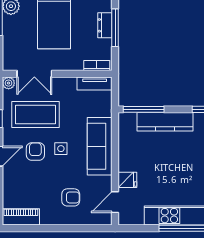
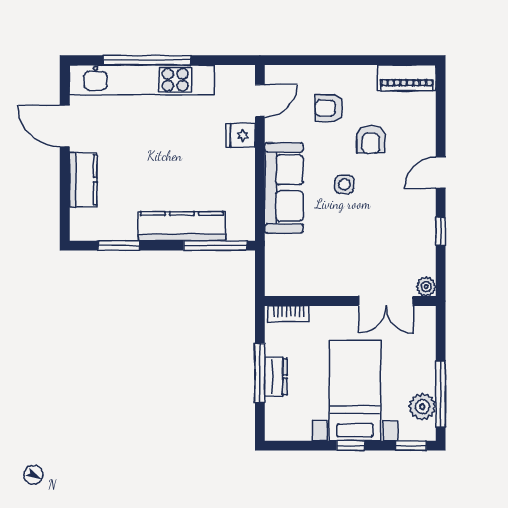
double door: (34, 74) -> (386, 301), swing flipped
tv unit: (95, 84) -> (292, 286), removed
coffee table: (35, 114) -> (384, 238), removed
armchair: (35, 151) -> (371, 139), moved

